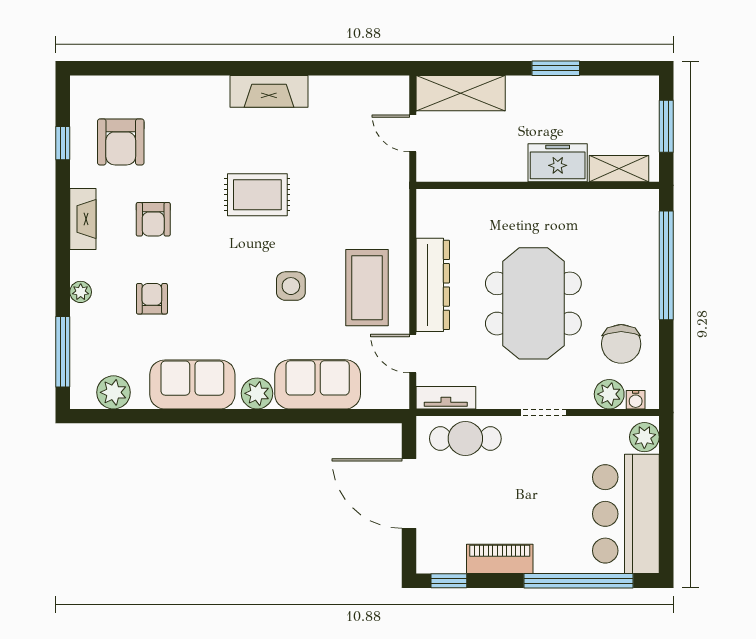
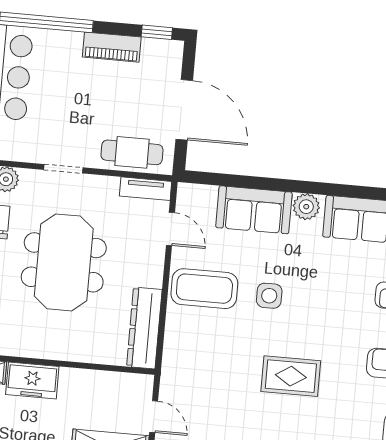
dresser: (433, 285) -> (144, 328), moved
coffee table: (367, 288) -> (204, 289), turned 90

